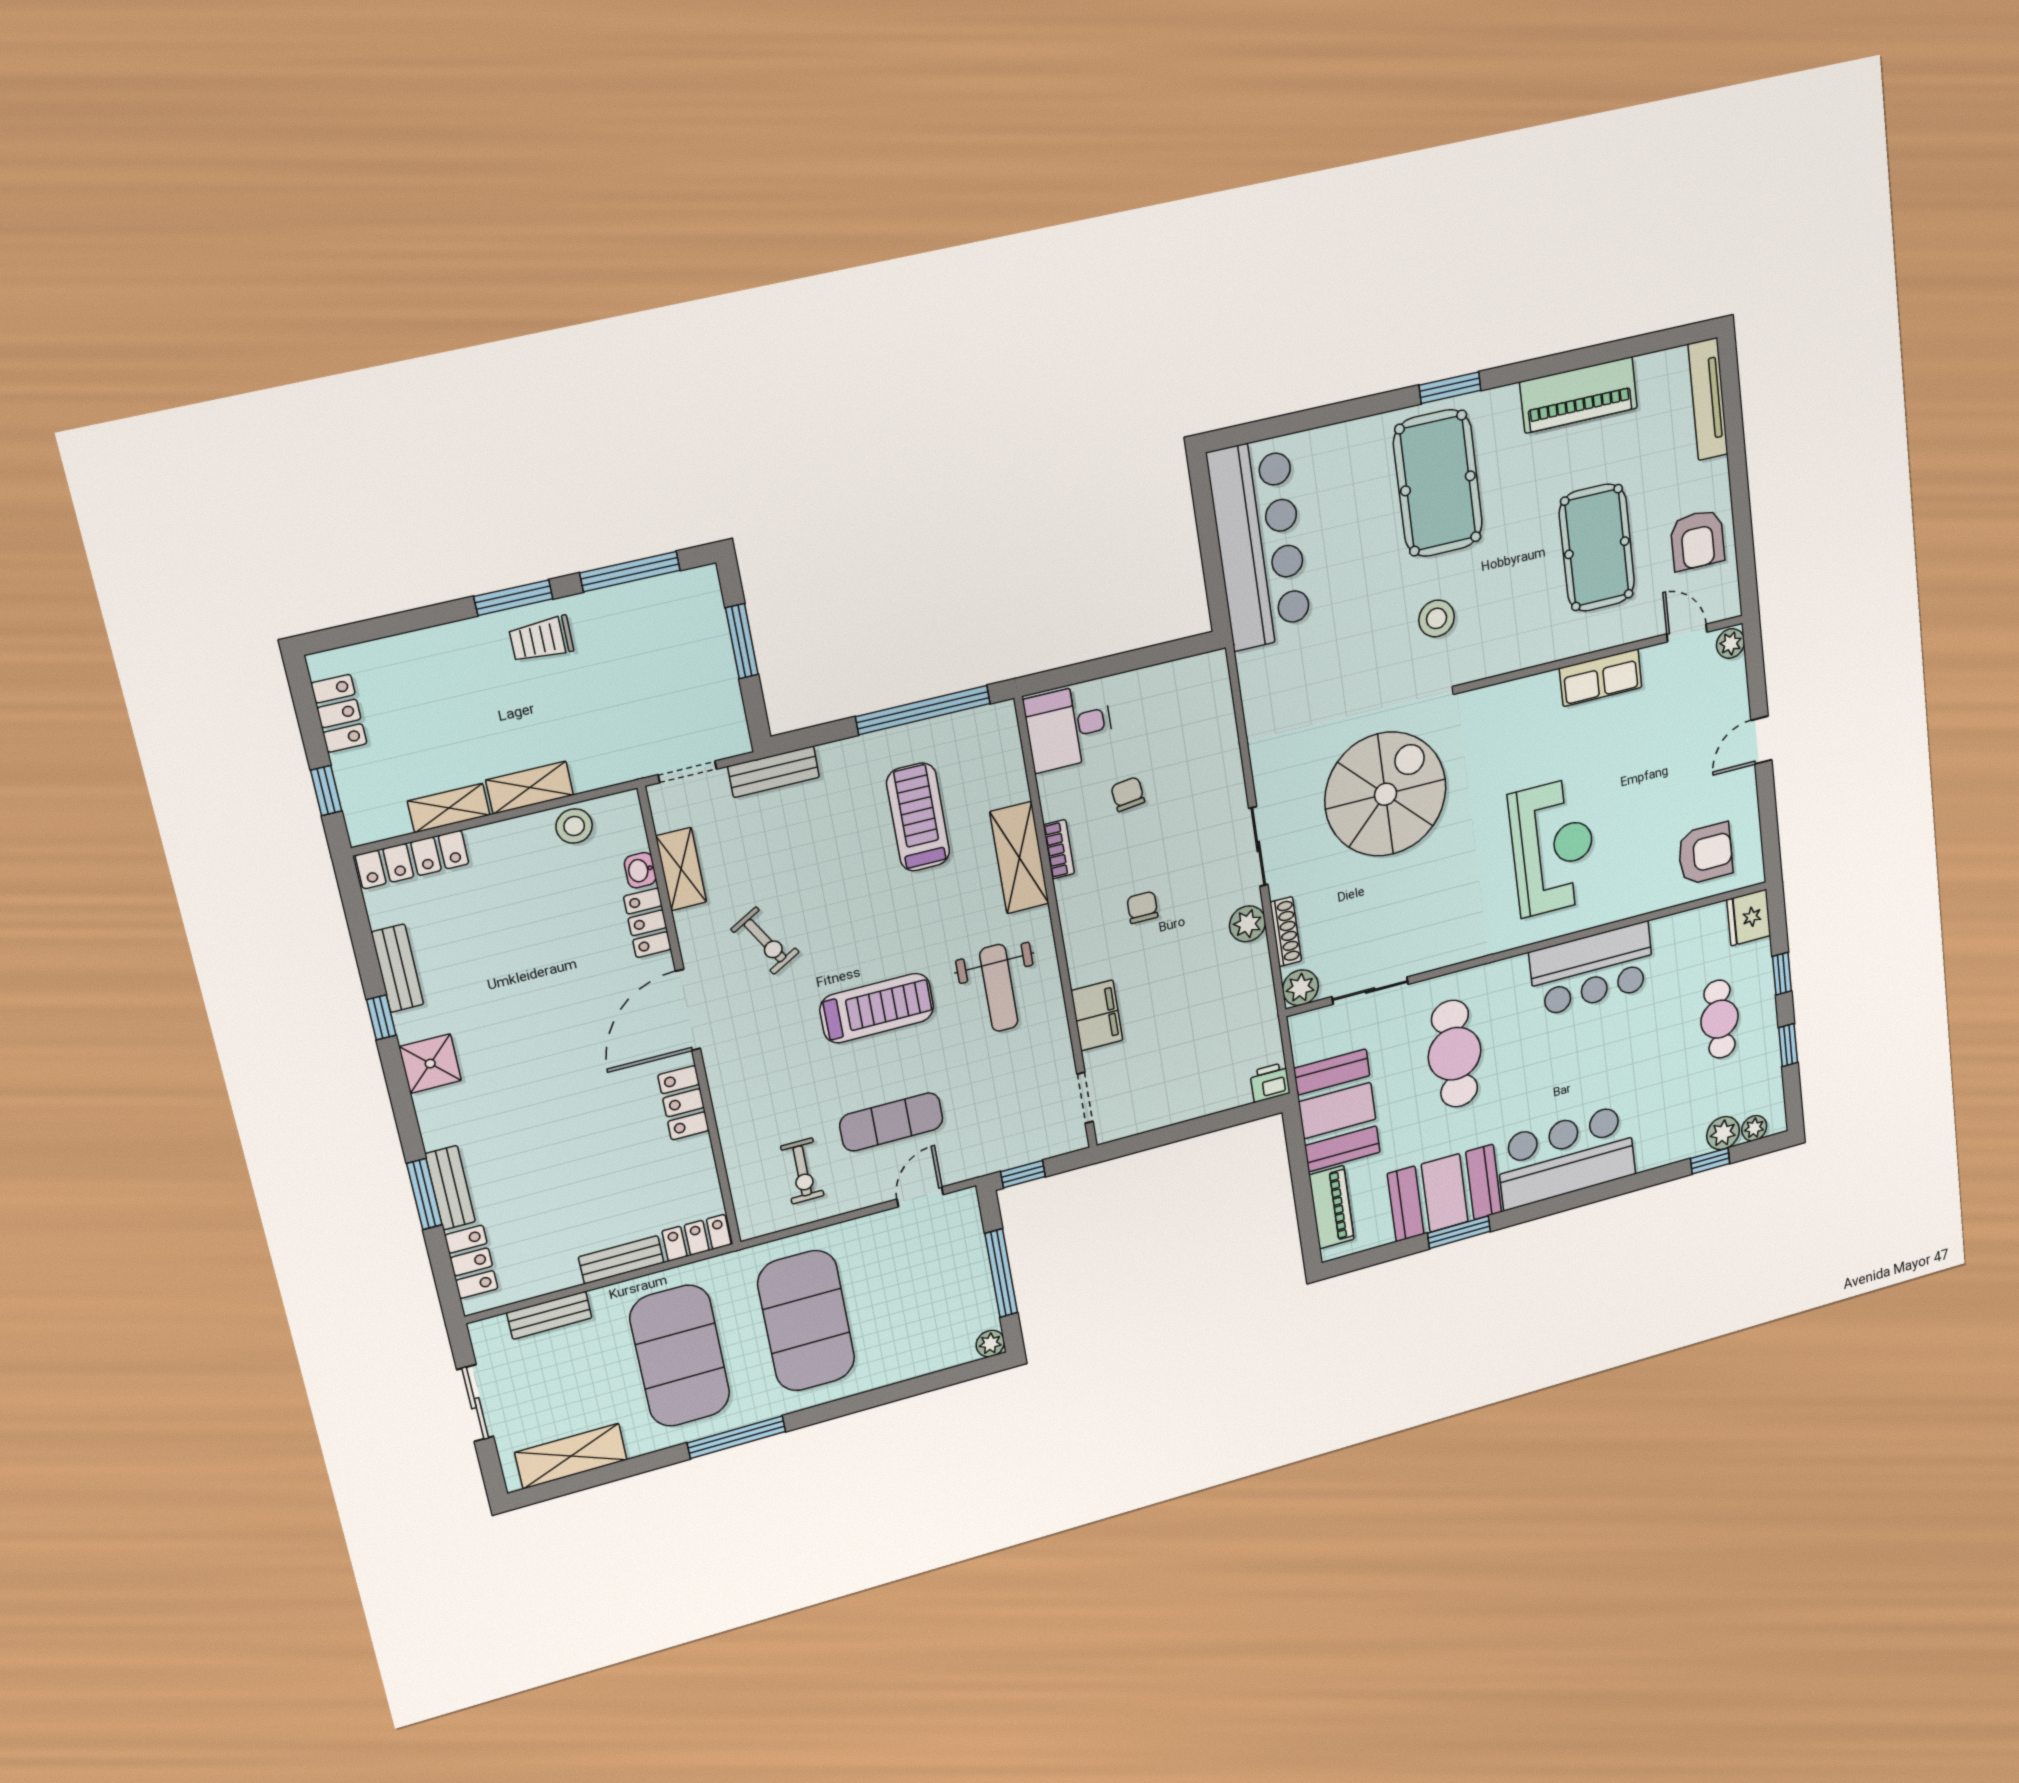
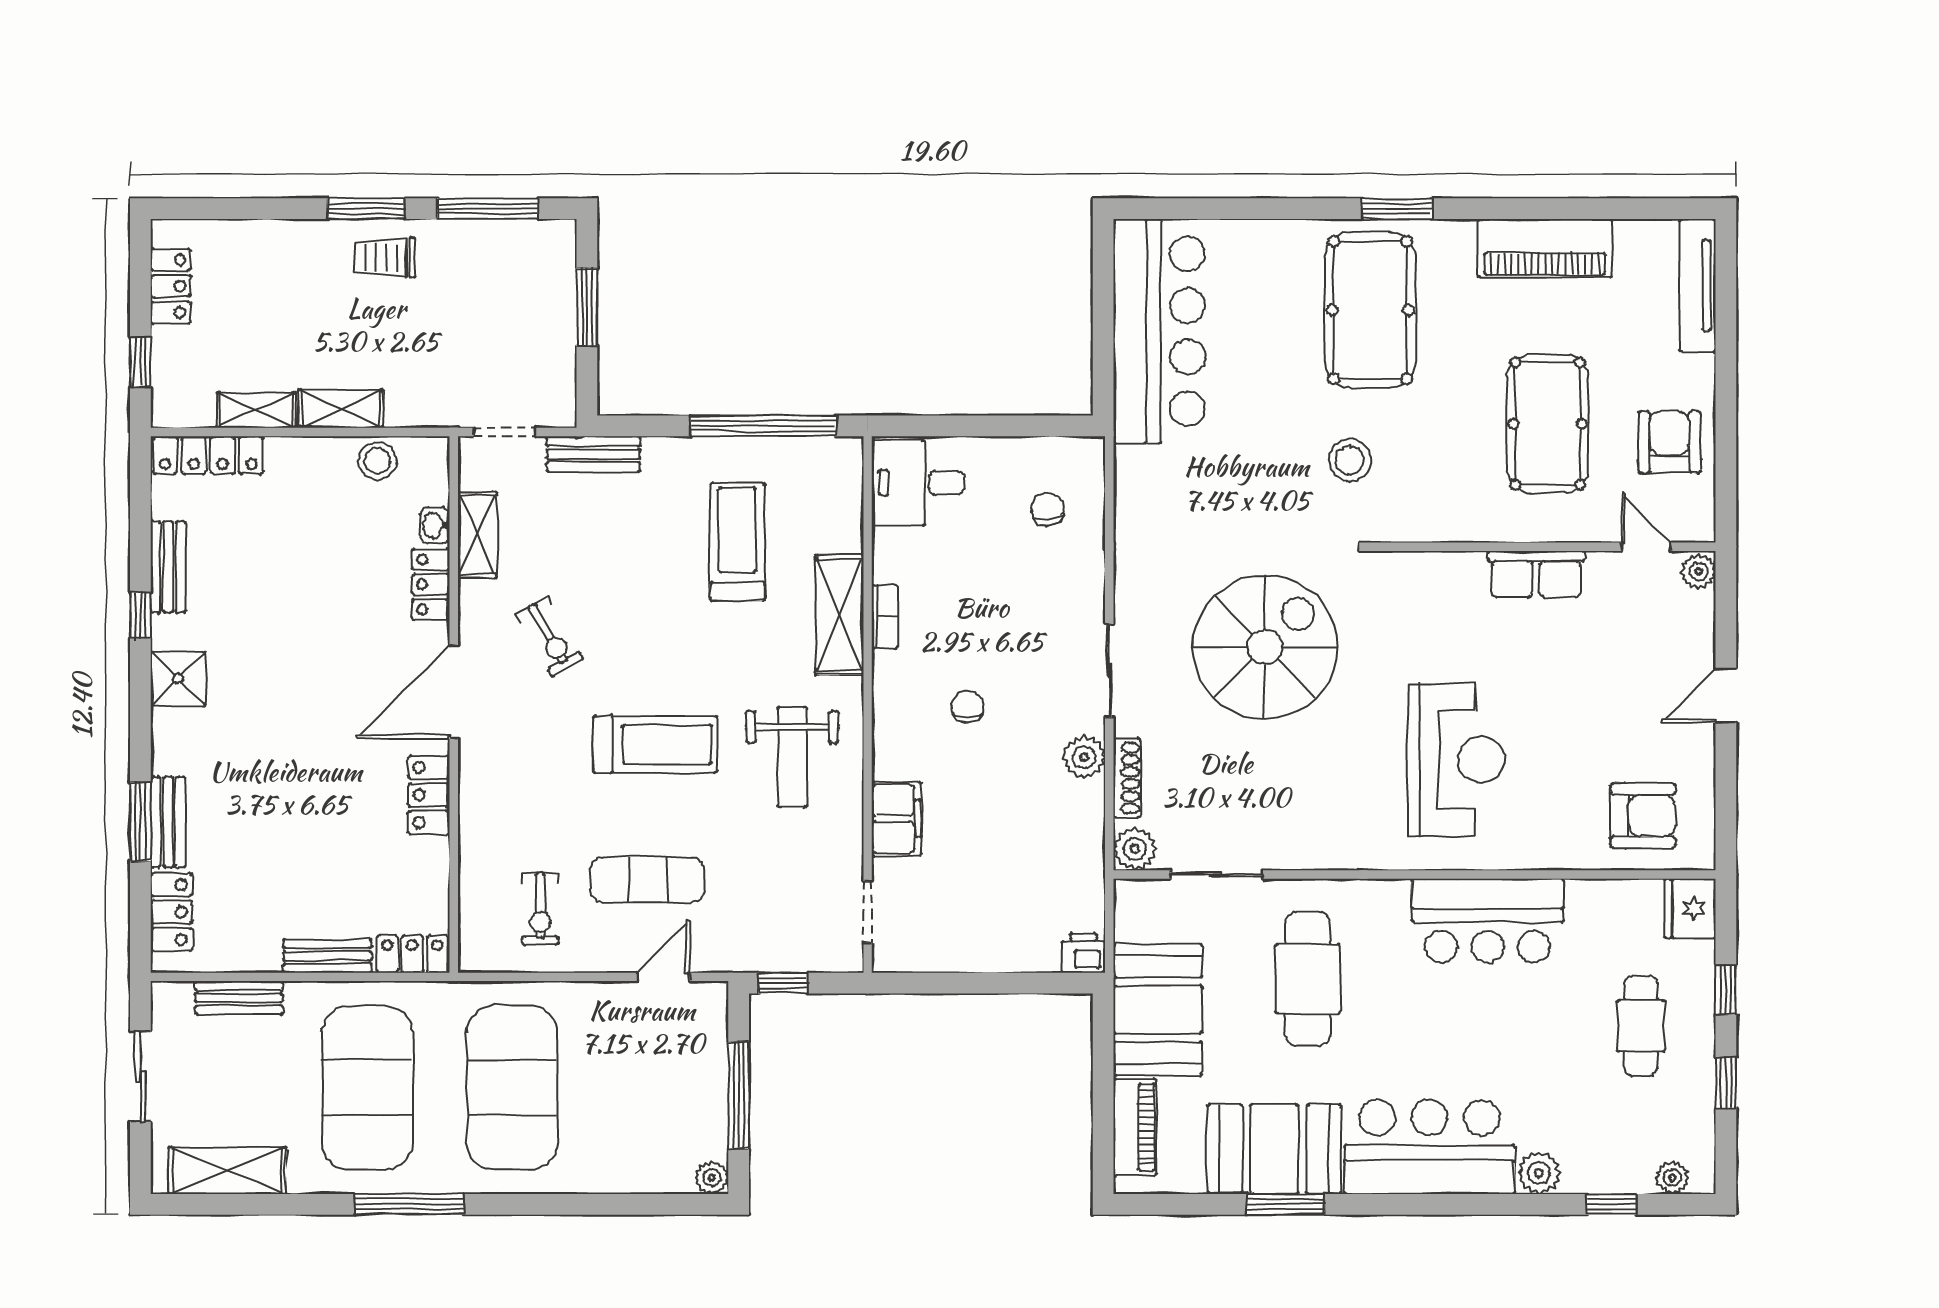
armchair: (1697, 540) -> (1669, 442), turned 180
chair: (1128, 794) -> (1047, 509), moved
plant: (1723, 1133) -> (1539, 1173), moved

